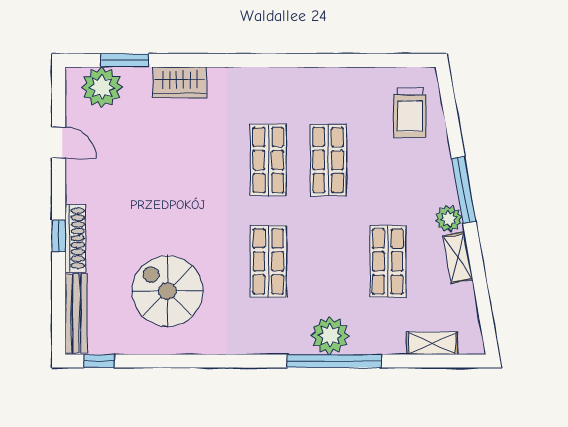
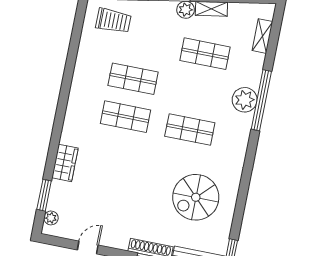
plant: (102, 87) -> (51, 218), width x0.53, depth x0.53

